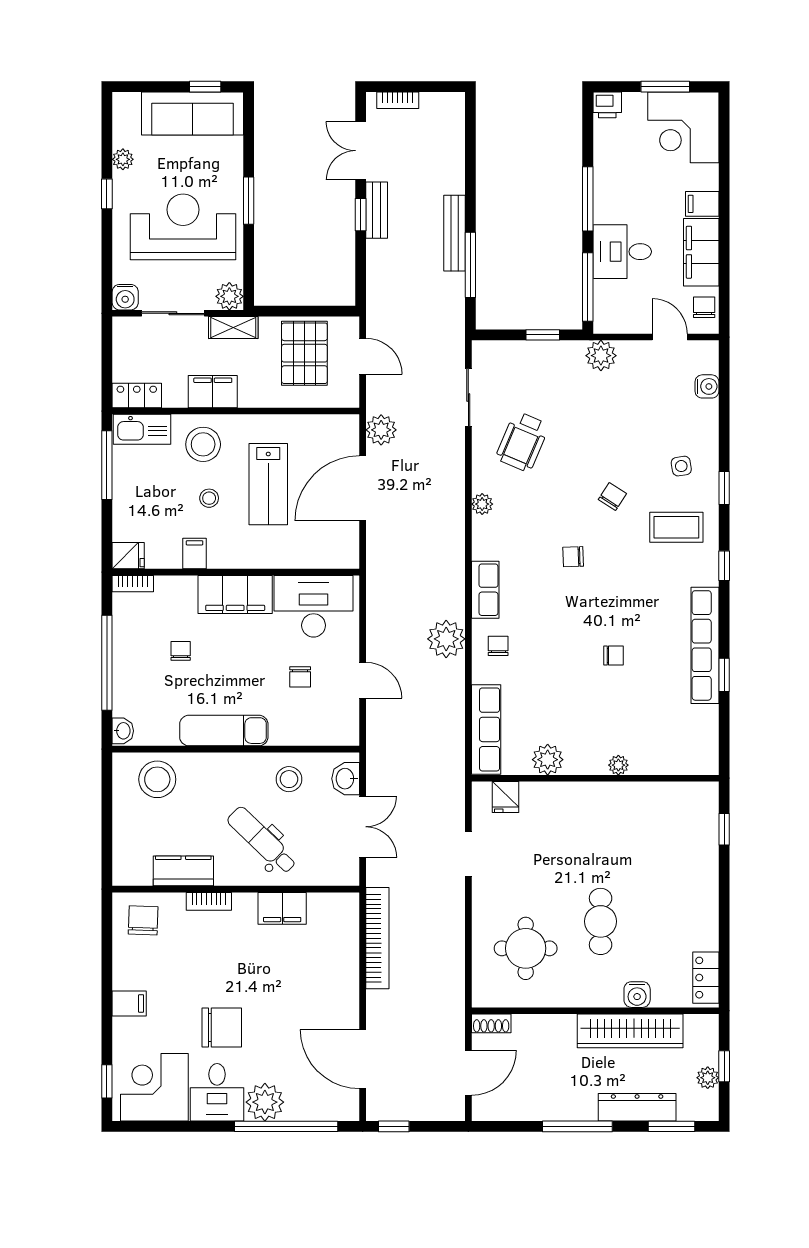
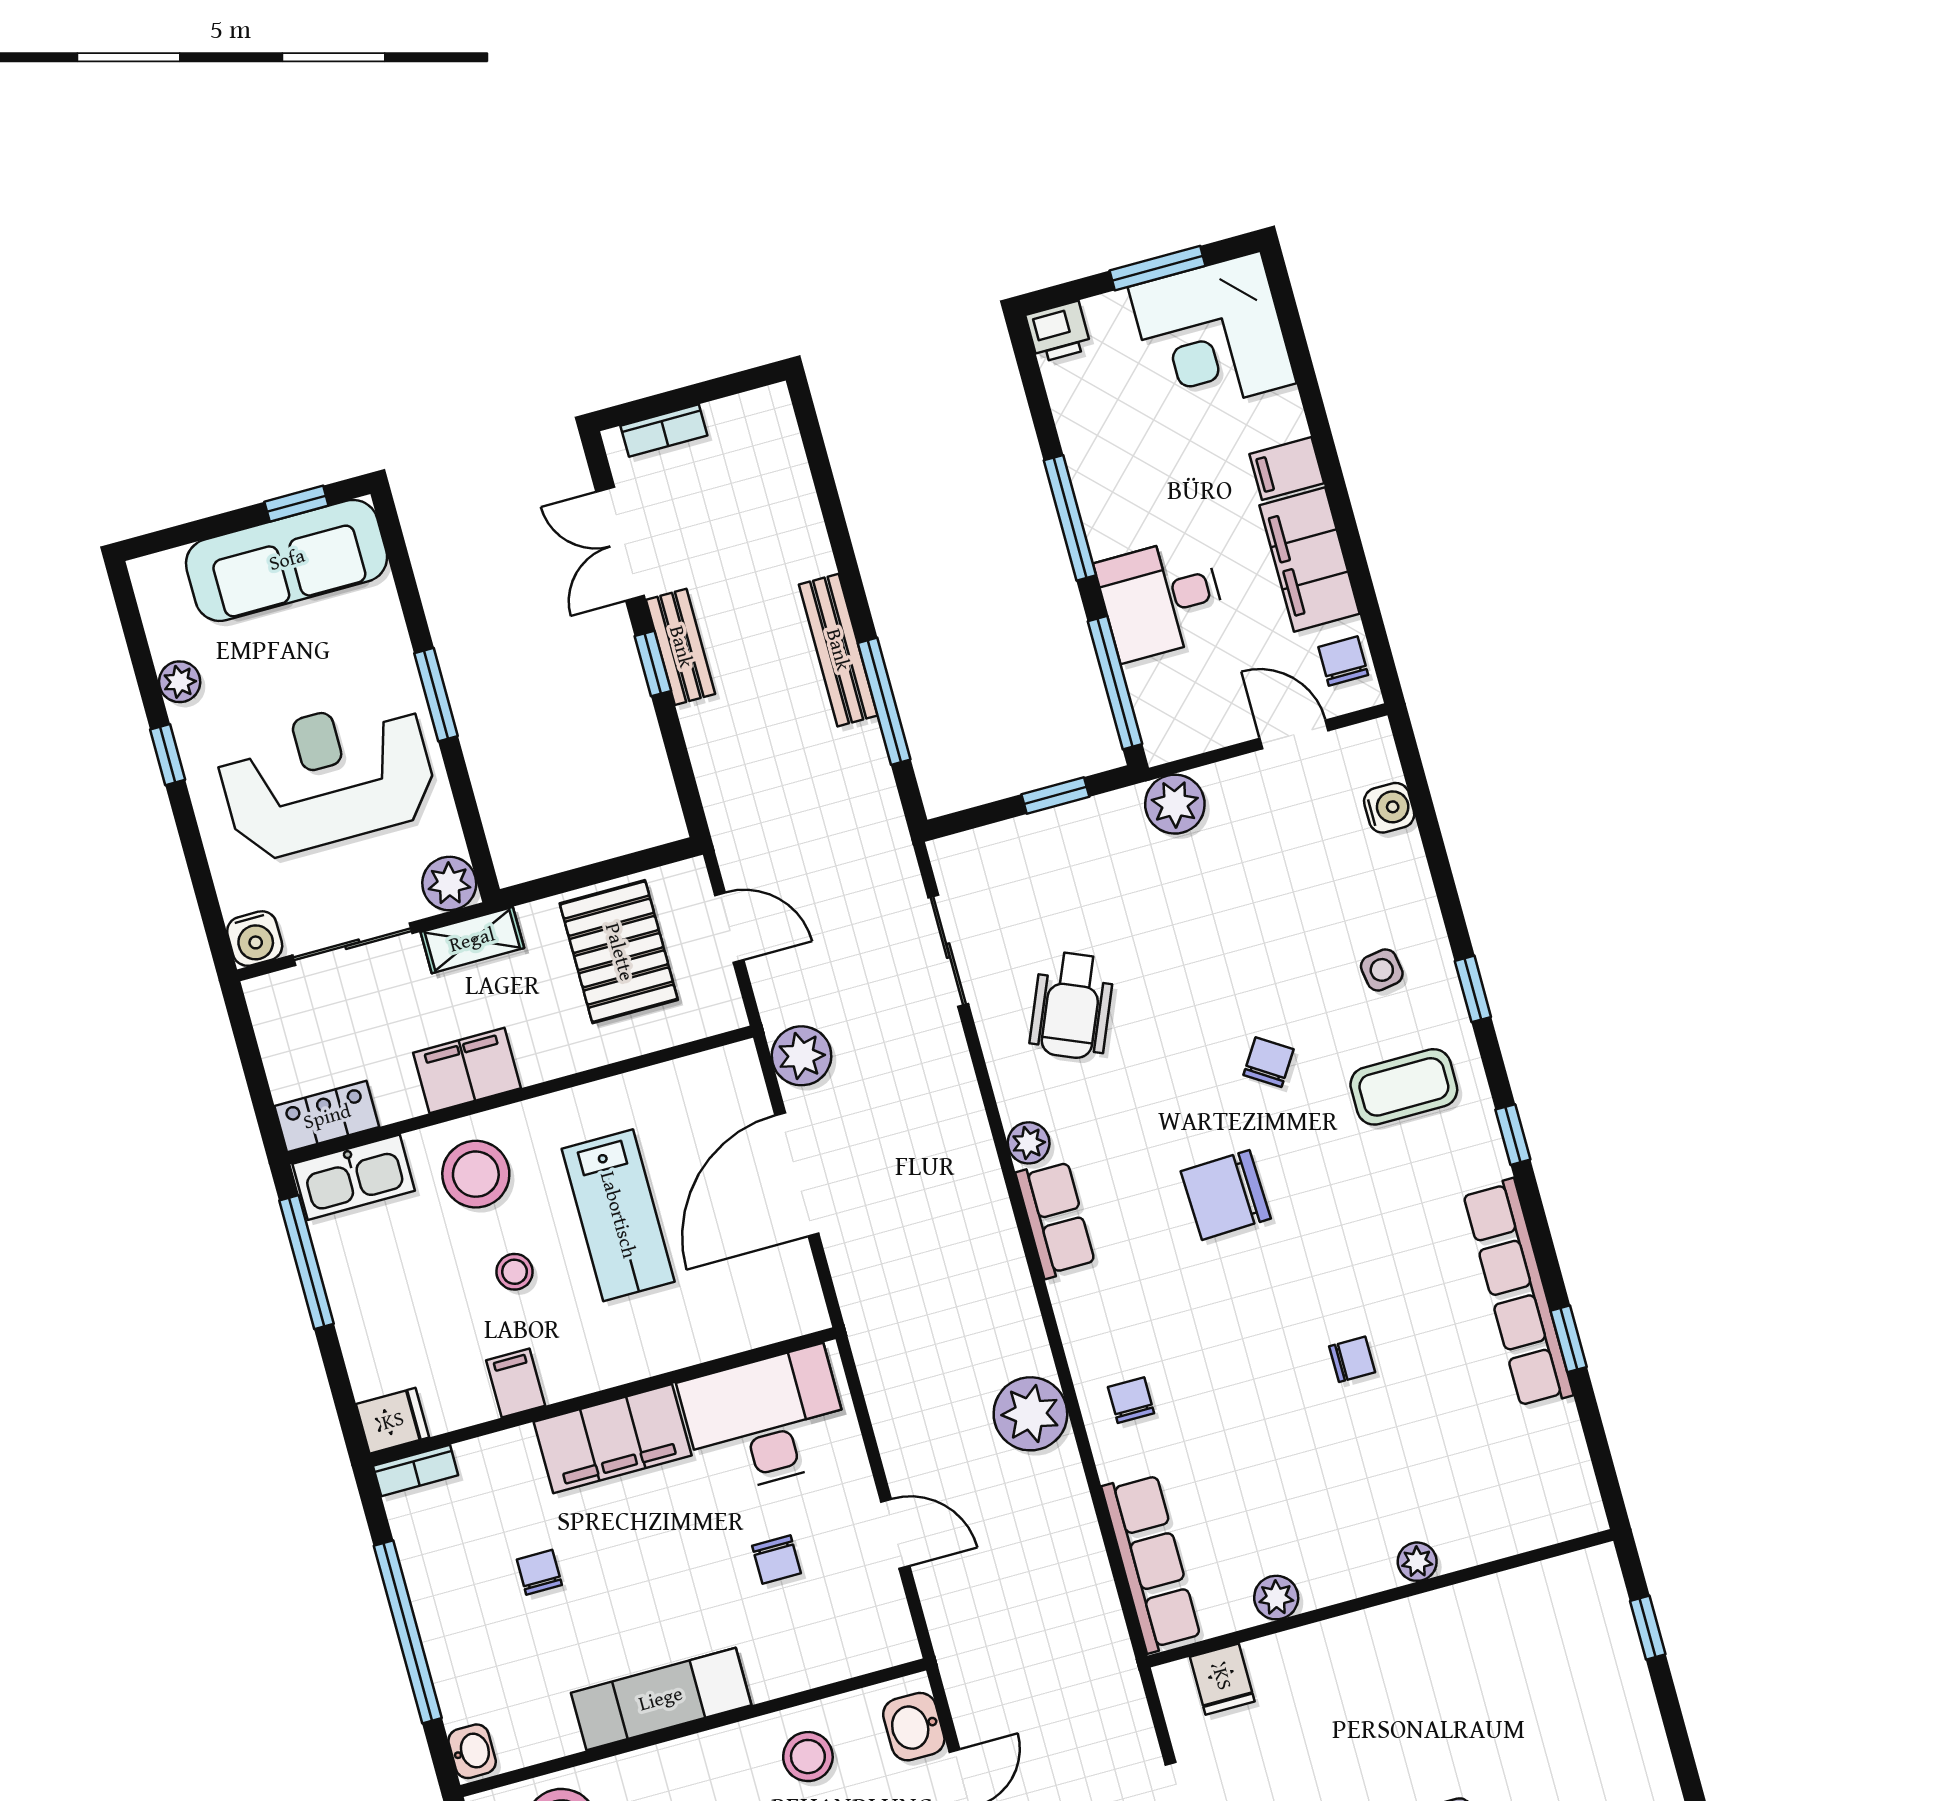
chair: (573, 557) -> (1226, 1195), width x1.87, depth x1.87
row of seats: (485, 590) -> (1056, 1219), moved
plant: (548, 760) -> (1276, 1598), width x0.73, depth x0.73

